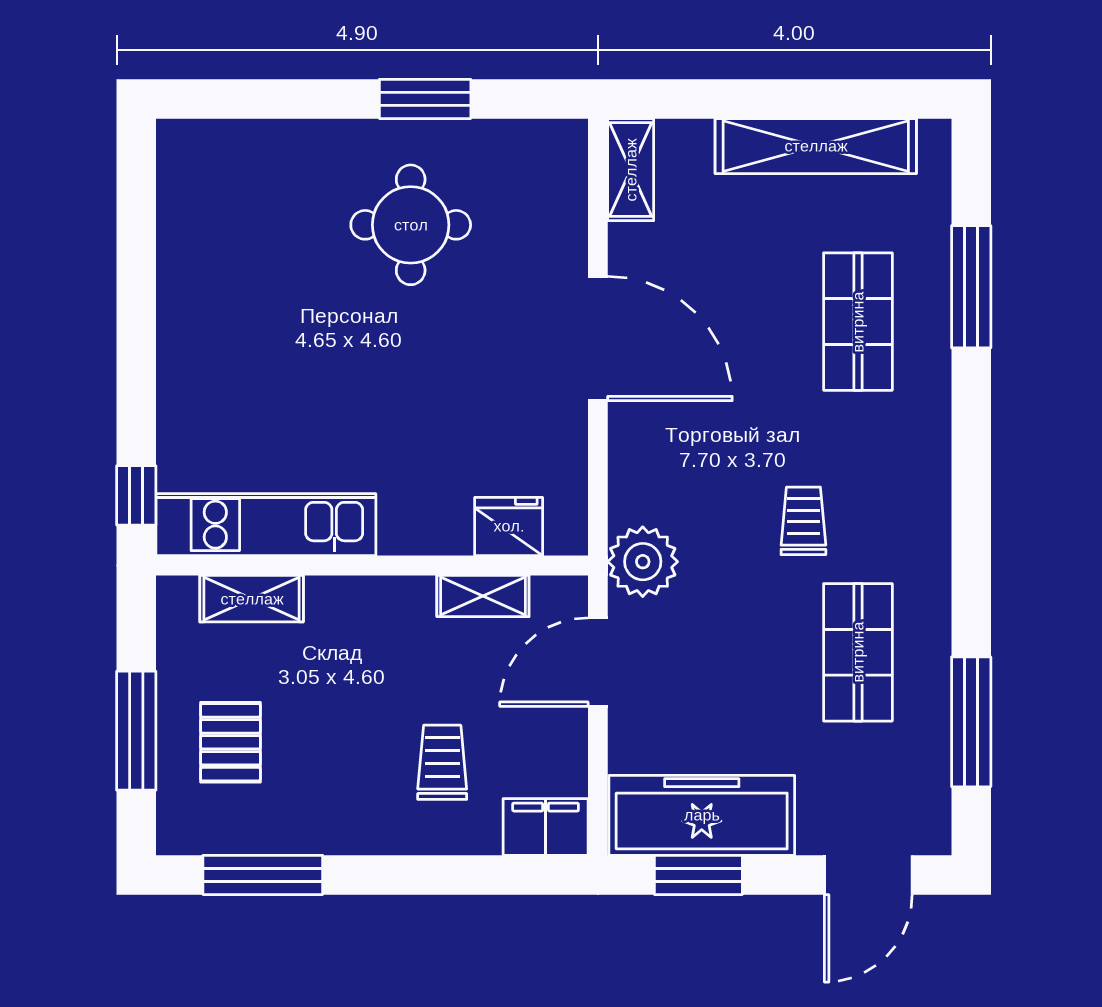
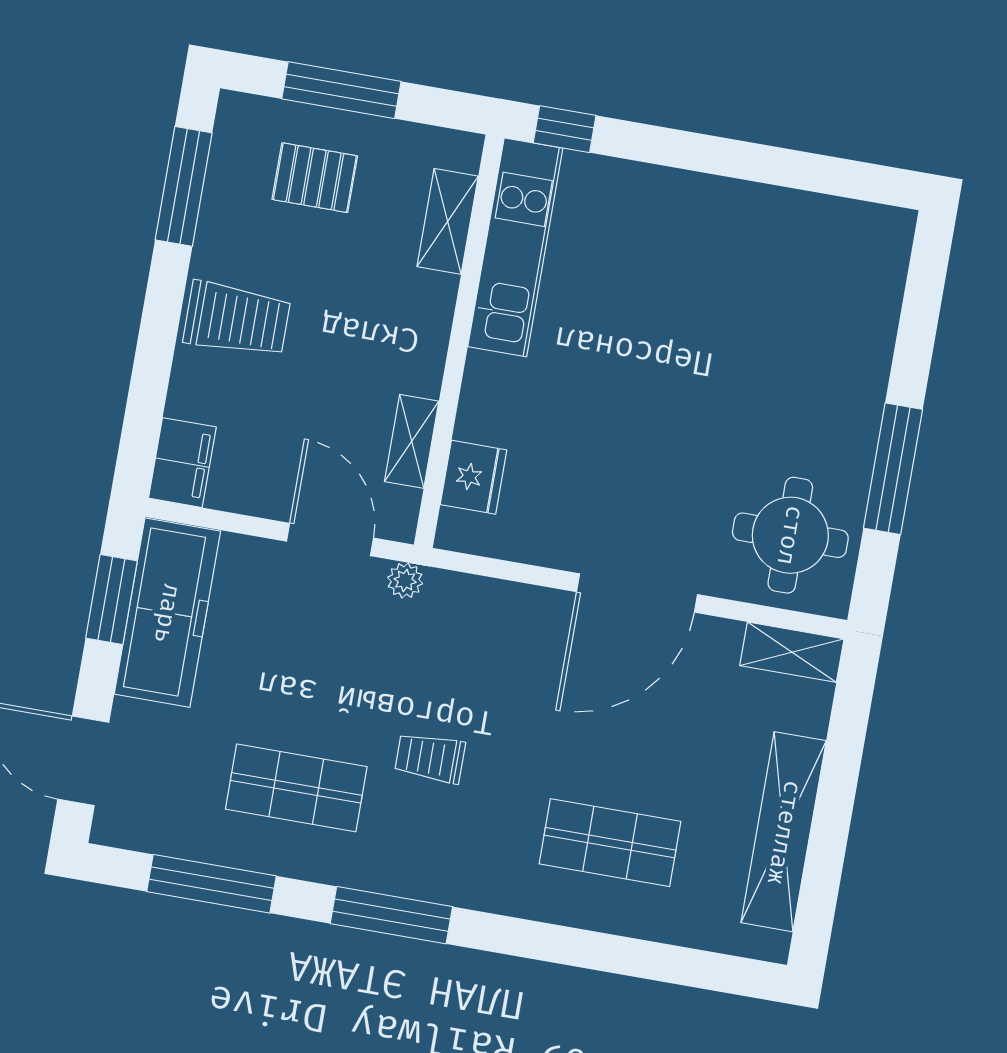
window: (425, 99) -> (893, 469), width x1.44
round table: (411, 225) -> (790, 535), moved
window: (971, 287) -> (391, 915), moved
trolley: (803, 521) -> (430, 758), turned 180
plant: (643, 562) -> (405, 580), width x0.53, depth x0.53
trolley: (442, 762) -> (237, 319), moved, width x1.36, depth x1.39

